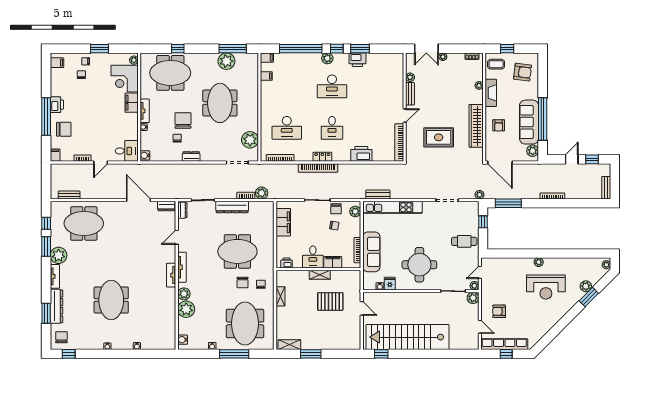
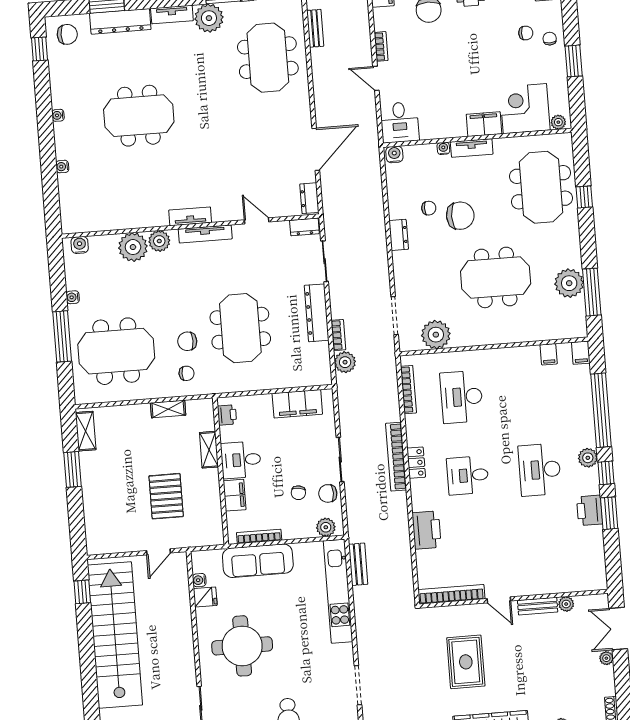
shelving: (320, 275) -> (209, 450), moved

